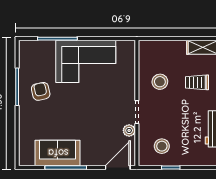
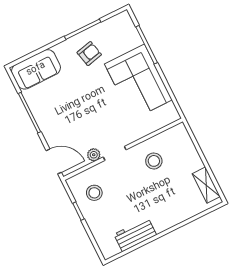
trolley: (197, 82) -> (171, 196), removed
sofa: (58, 153) -> (36, 69), moved, turned 90

